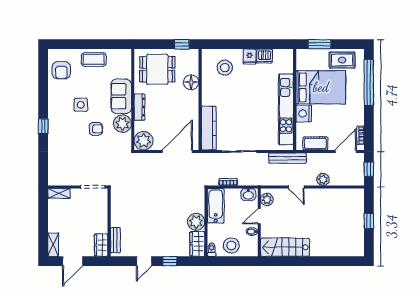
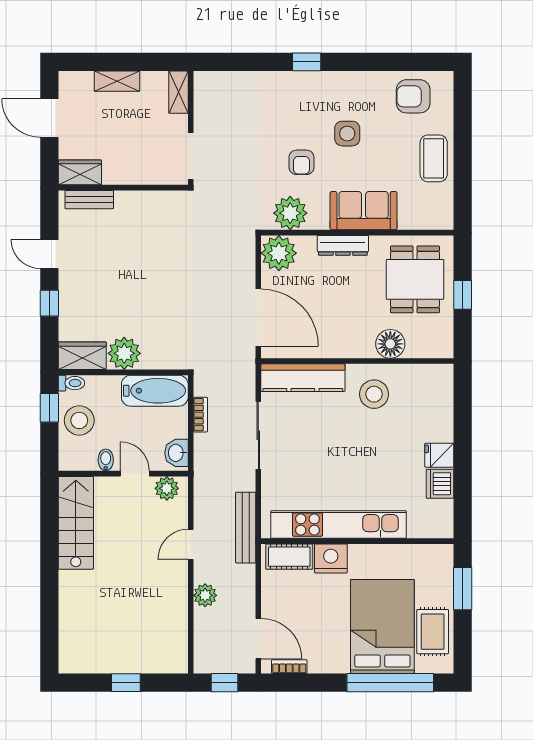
window: (182, 44) -> (463, 295), moved
stool: (225, 68) -> (374, 394), moved
bed: (321, 87) -> (382, 627), moved, turned 180
plant: (122, 124) -> (290, 213), moved
cot: (315, 143) -> (289, 557), moved, turned 90
shelving: (53, 245) -> (117, 81), moved
window: (225, 261) -> (49, 408), added

